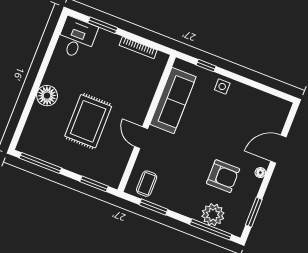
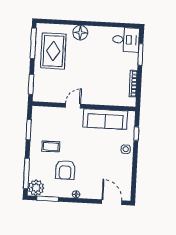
rug: (88, 121) -> (53, 51), moved, turned 90
door: (278, 149) -> (112, 202), moved
coffee table: (147, 184) -> (51, 146), moved
plant: (213, 215) -> (36, 188), moved

